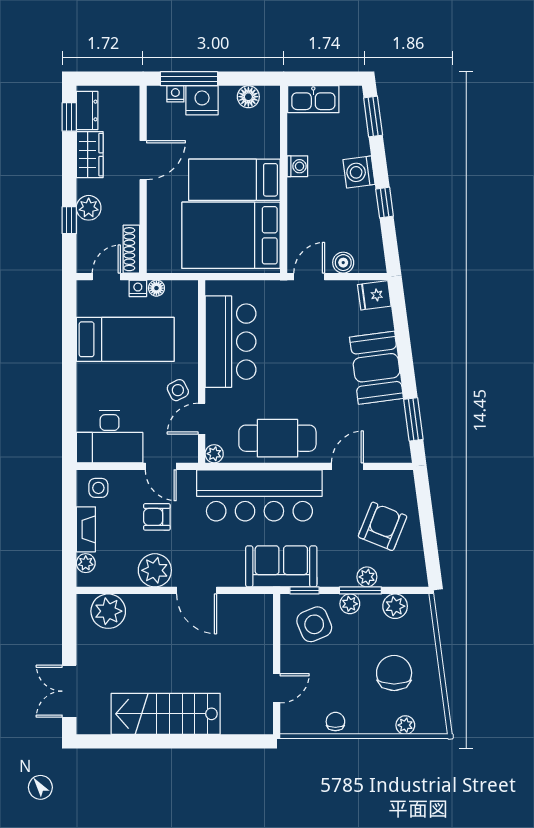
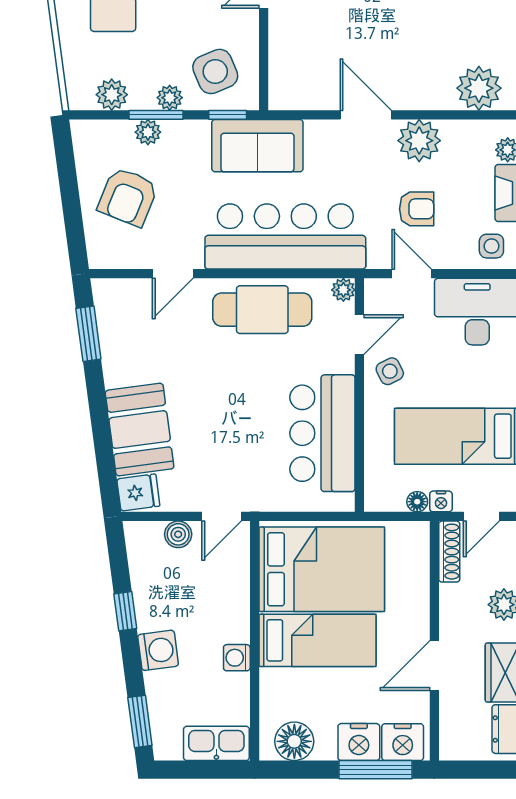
nightstand: (175, 94) -> (403, 742), width x1.89, depth x1.79
floor lamp: (248, 97) -> (294, 741), width x1.38, depth x1.38
booth: (376, 368) -> (140, 430), moved

